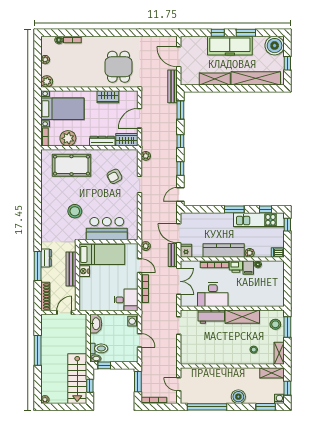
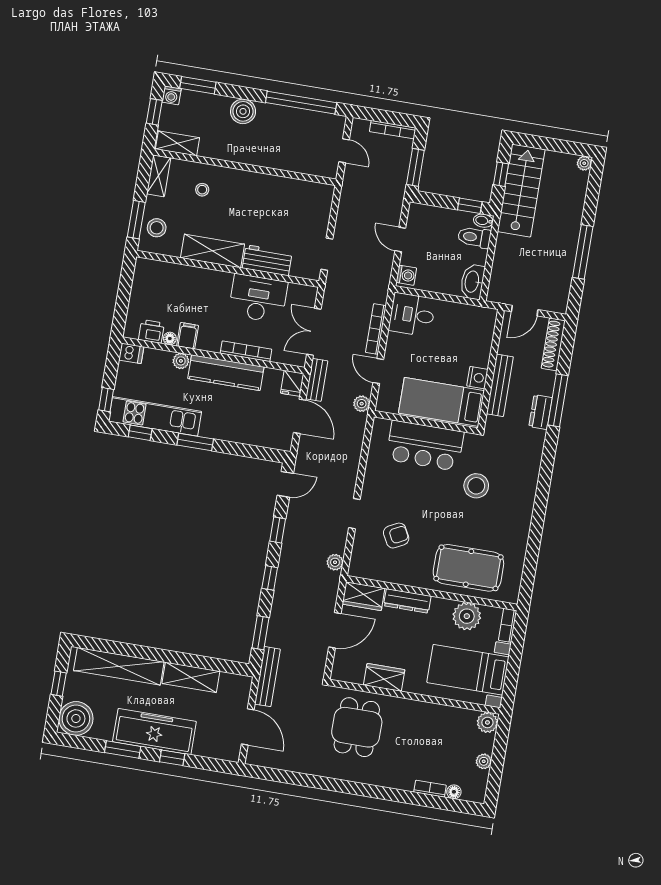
printer: (236, 267) -> (151, 331), moved

